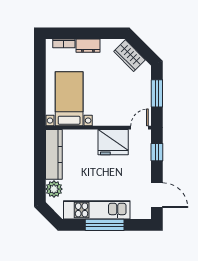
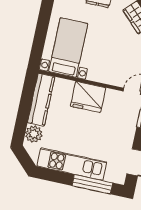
fridge: (113, 142) -> (88, 97), moved
window: (105, 225) -> (92, 184), moved

